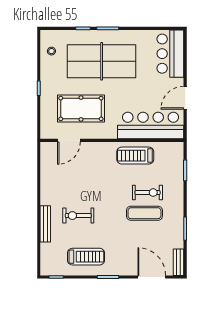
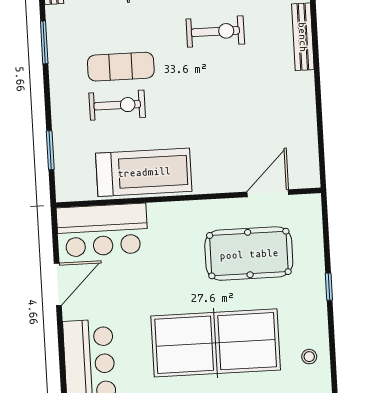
bar counter: (151, 126) -> (102, 230), width x0.73
treadmill: (135, 156) -> (144, 172), width x1.37, depth x1.38
exercise bike: (148, 193) -> (117, 105), turned 180
exercise bike: (78, 216) -> (215, 31), moved

